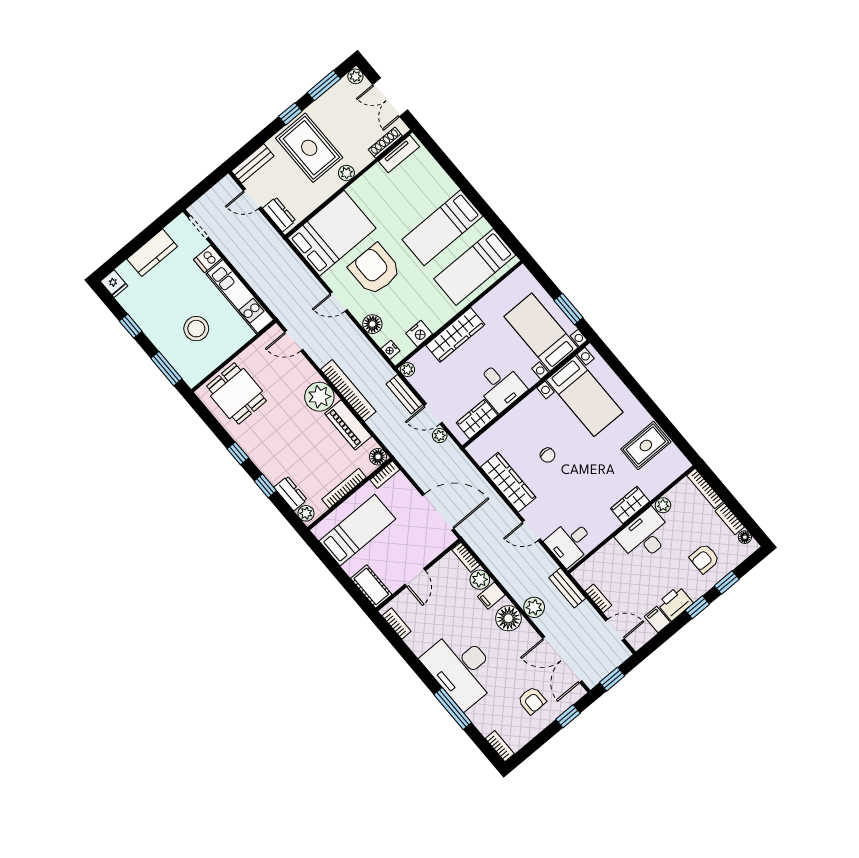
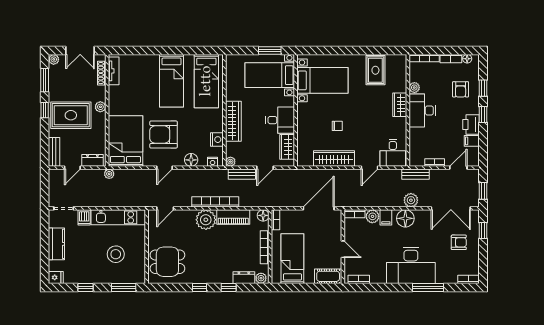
plant: (440, 436) -> (109, 174), moved

